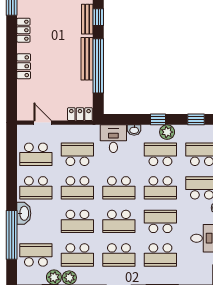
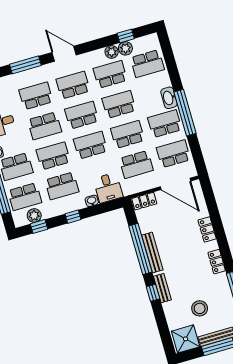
door: (43, 123) -> (175, 184), width x1.88
plant: (167, 132) -> (34, 215), moved
window: (12, 235) -> (185, 113), moved

